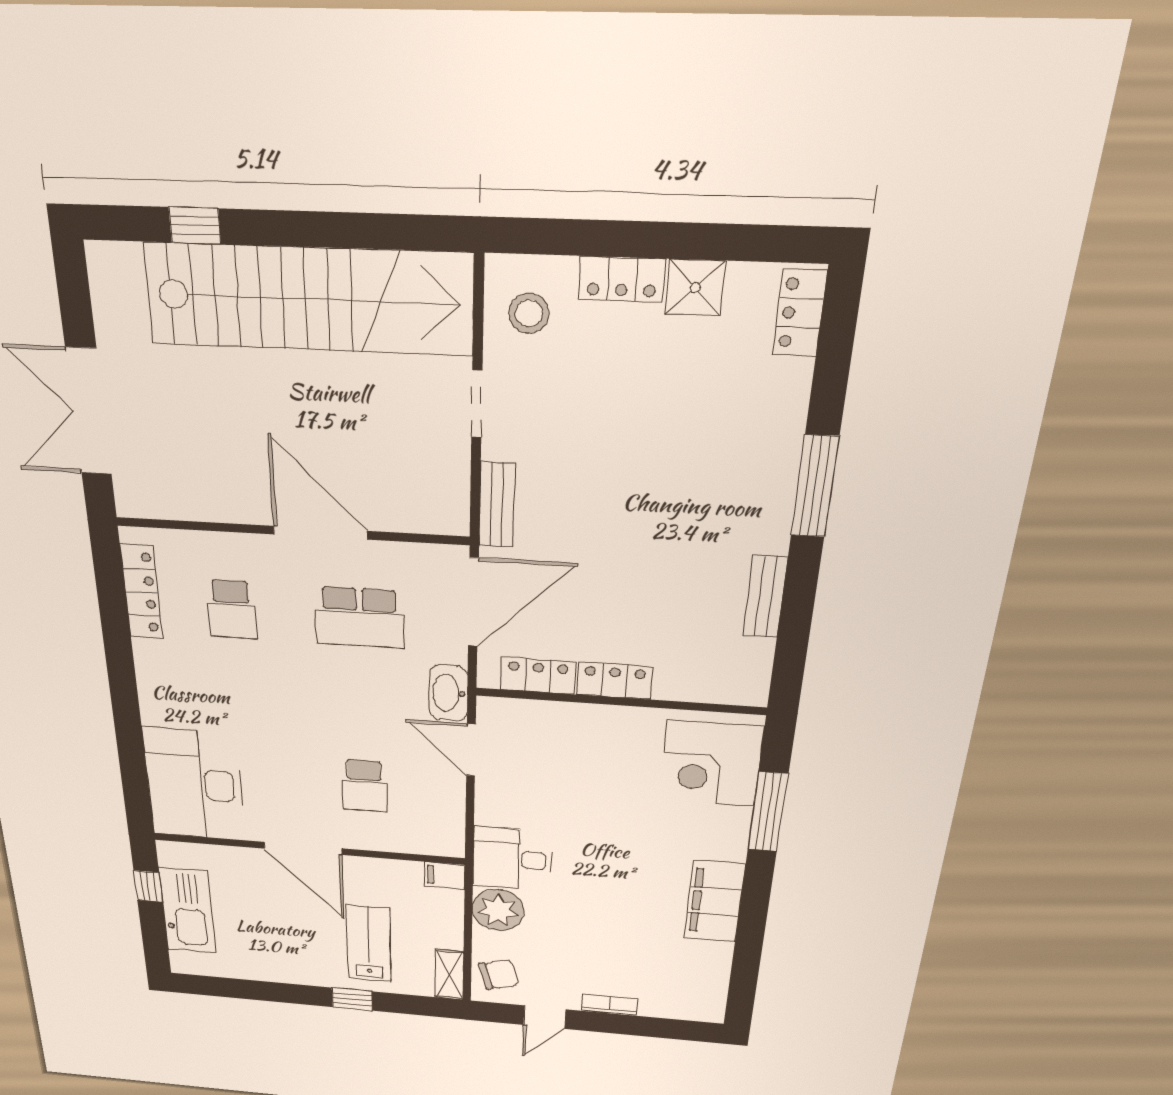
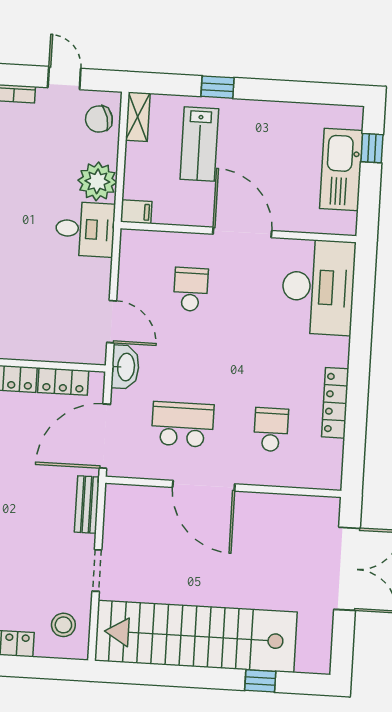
locker: (142, 592) -> (335, 403), moved
window: (148, 886) -> (372, 148), moved
door: (545, 1017) -> (64, 78), hinge flipped

